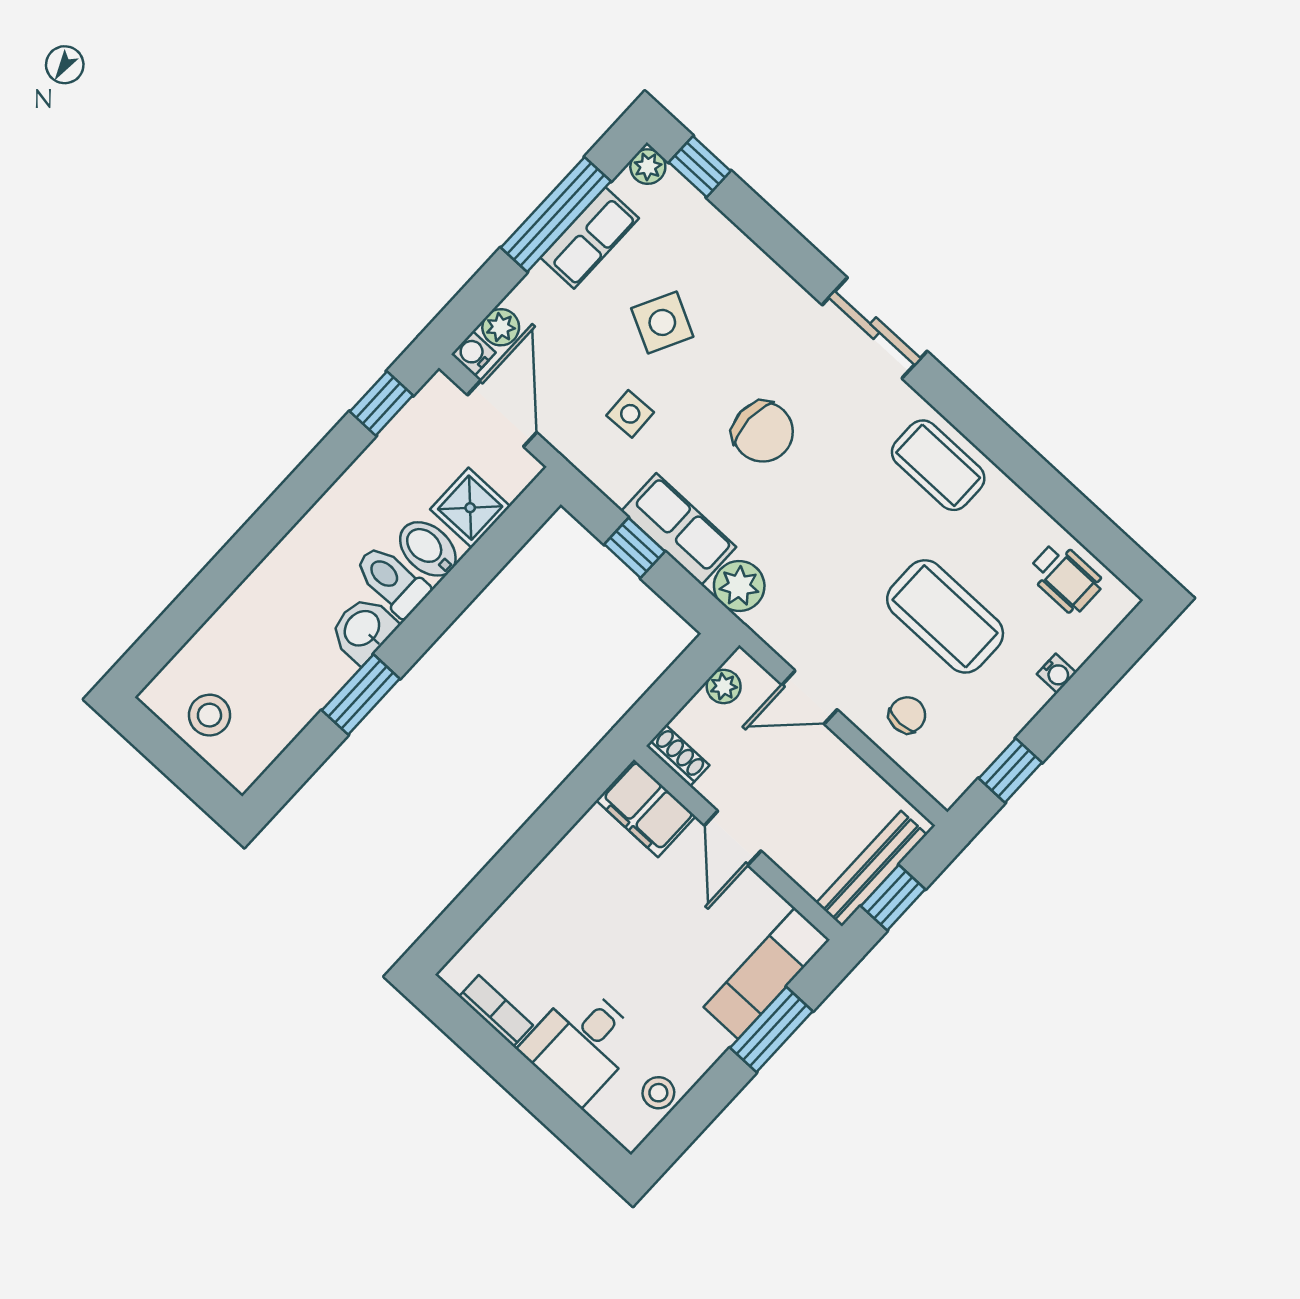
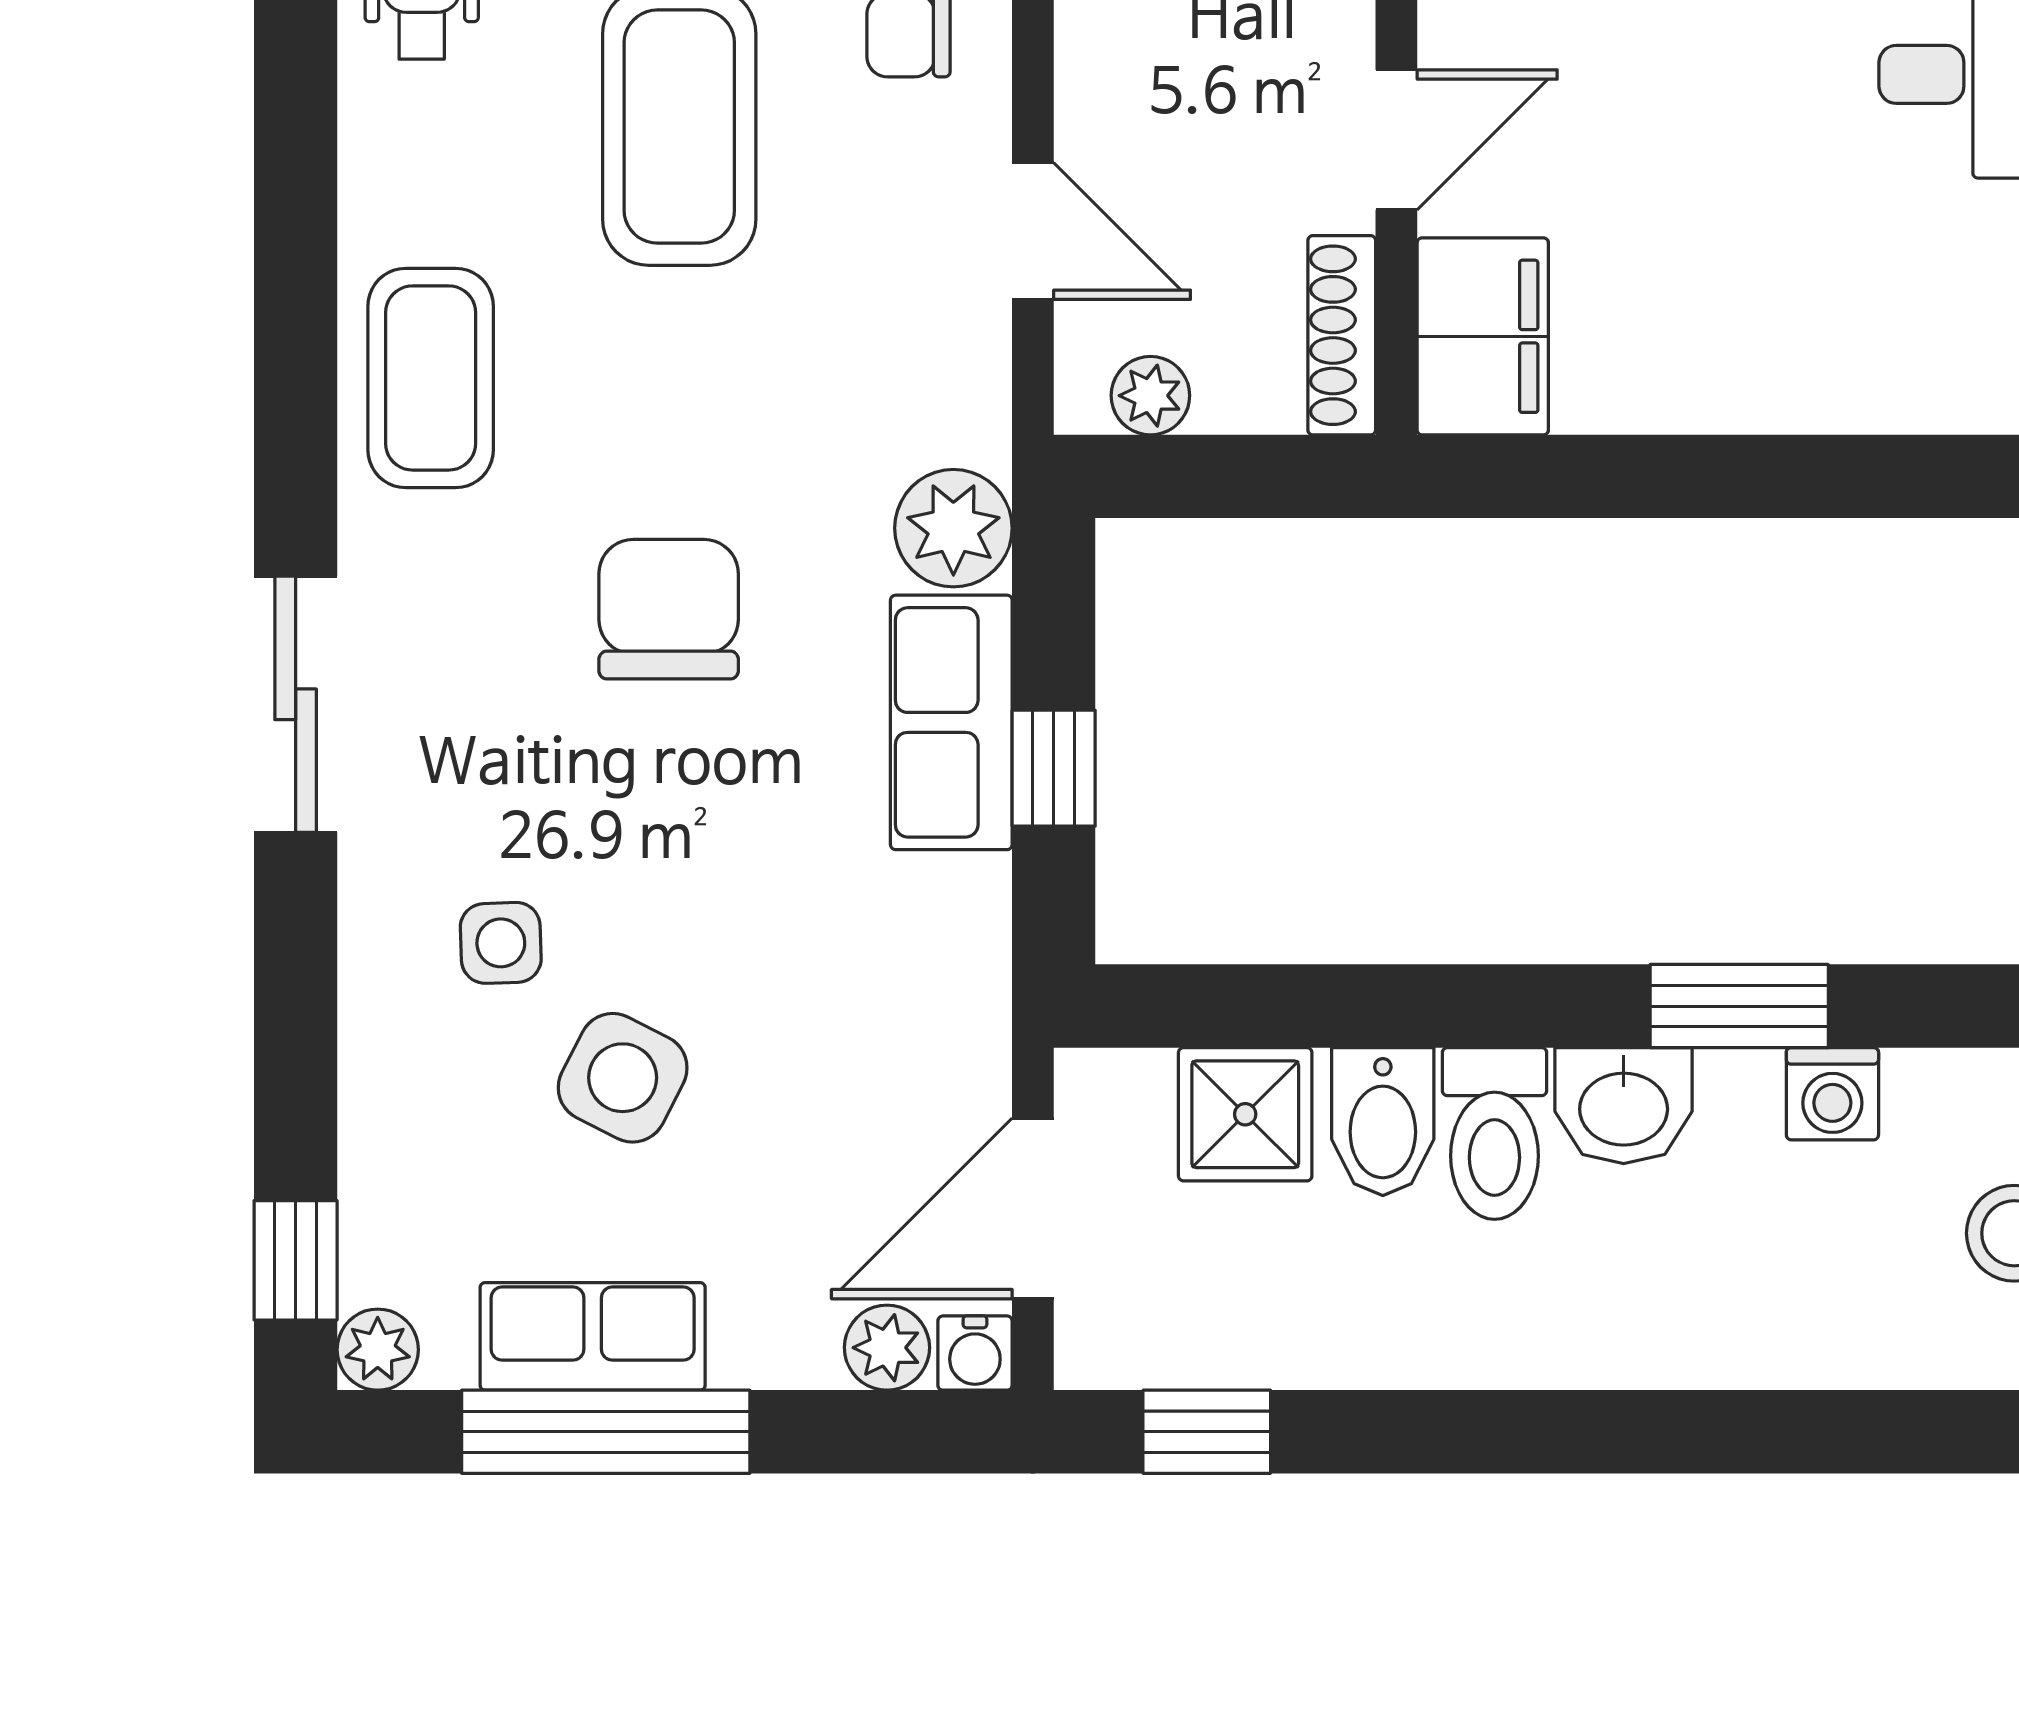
side table: (630, 414) -> (501, 943), moved
chair: (763, 432) -> (669, 609), moved
washing machine: (306, 698) -> (1832, 1094), added
shoe rack: (678, 756) -> (1342, 335), width x1.43

